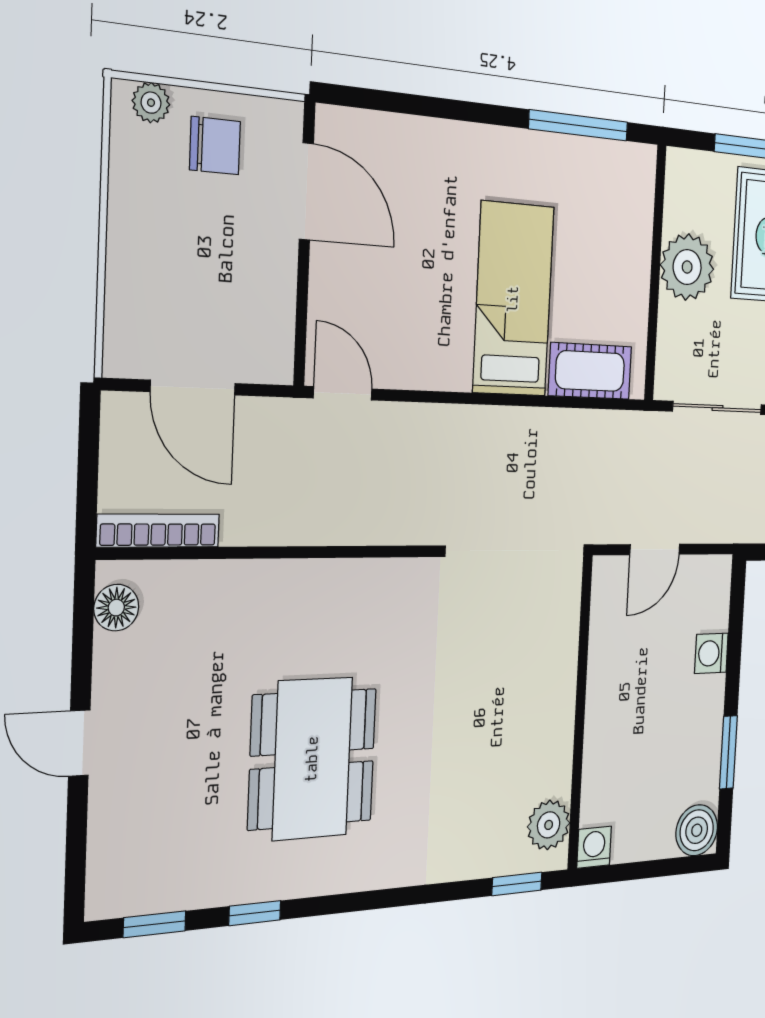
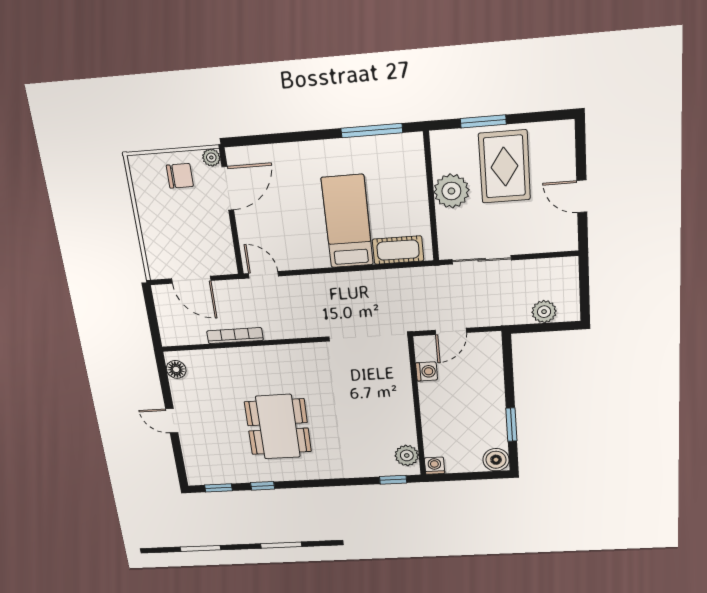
plant: (151, 103) -> (211, 158), moved
door: (306, 192) -> (228, 188), hinge flipped
bookcase: (158, 531) -> (235, 336), moved
washing machine: (711, 653) -> (427, 371), moved, turned 180

